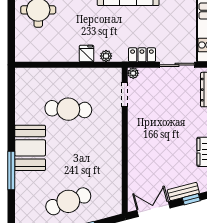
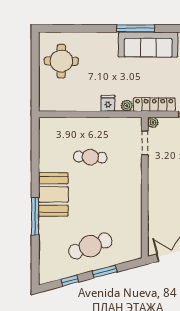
locker: (142, 55) -> (154, 105), width x1.53
cafe table: (68, 109) -> (90, 157), width x0.73, depth x0.74

